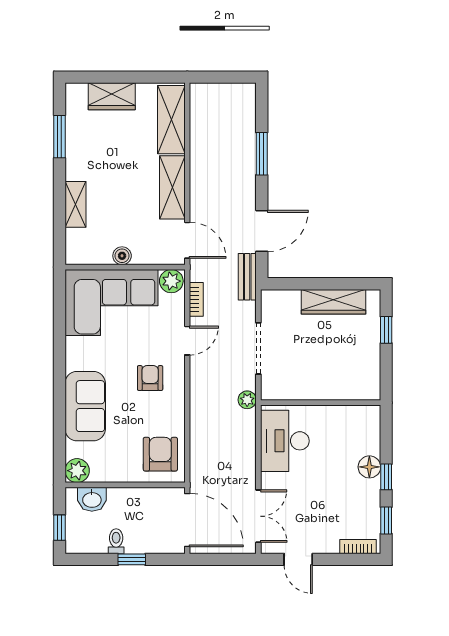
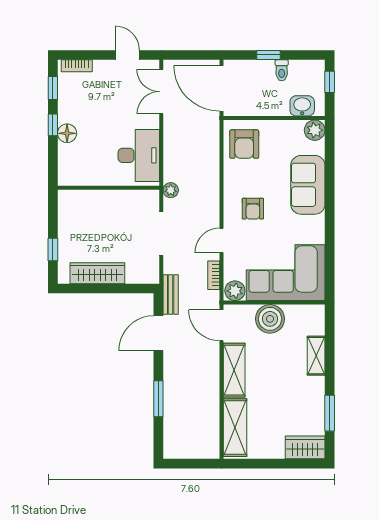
wardrobe: (112, 96) -> (305, 447), moved
boiler: (122, 256) -> (270, 319), width x1.86, depth x1.86

